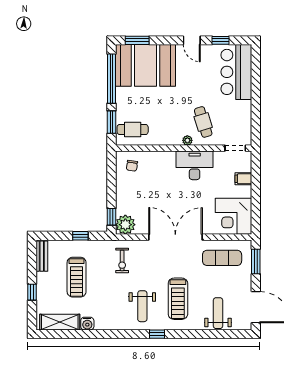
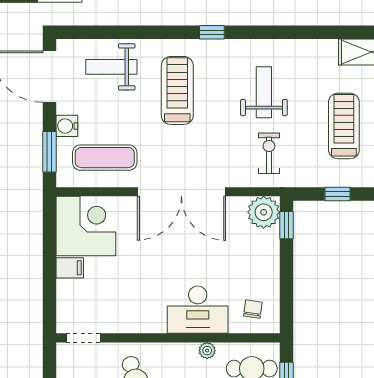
plant: (187, 140) -> (207, 351), moved
desk: (195, 165) -> (198, 310), moved
filing cabinet: (243, 179) -> (70, 268), moved
weight bench: (142, 306) -> (264, 92), moved
weight bench: (218, 313) -> (111, 67), turned 90
water cooler: (87, 324) -> (67, 126), moved, turned -90

